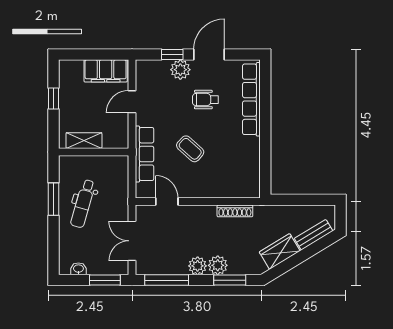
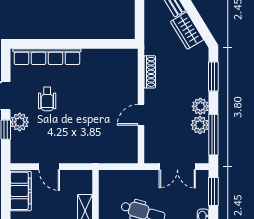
coffee table: (190, 149) -> (93, 113), removed
row of seats: (145, 154) -> (97, 155), removed
door: (167, 202) -> (141, 115), moved
plant: (218, 265) -> (200, 125), moved

